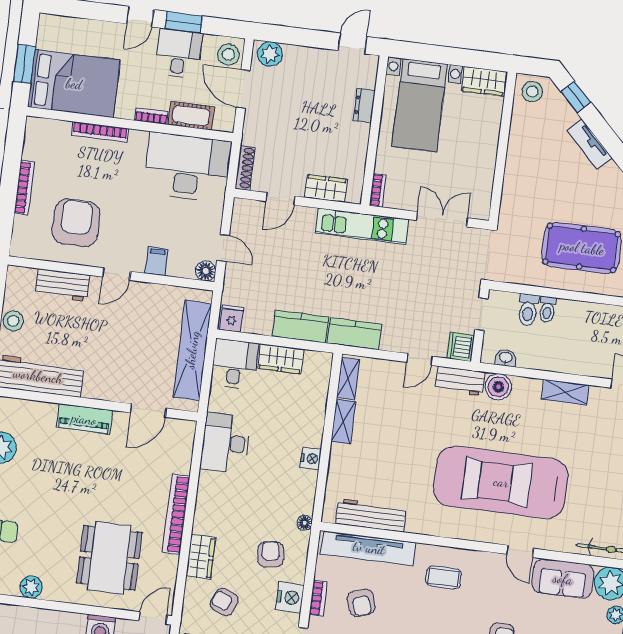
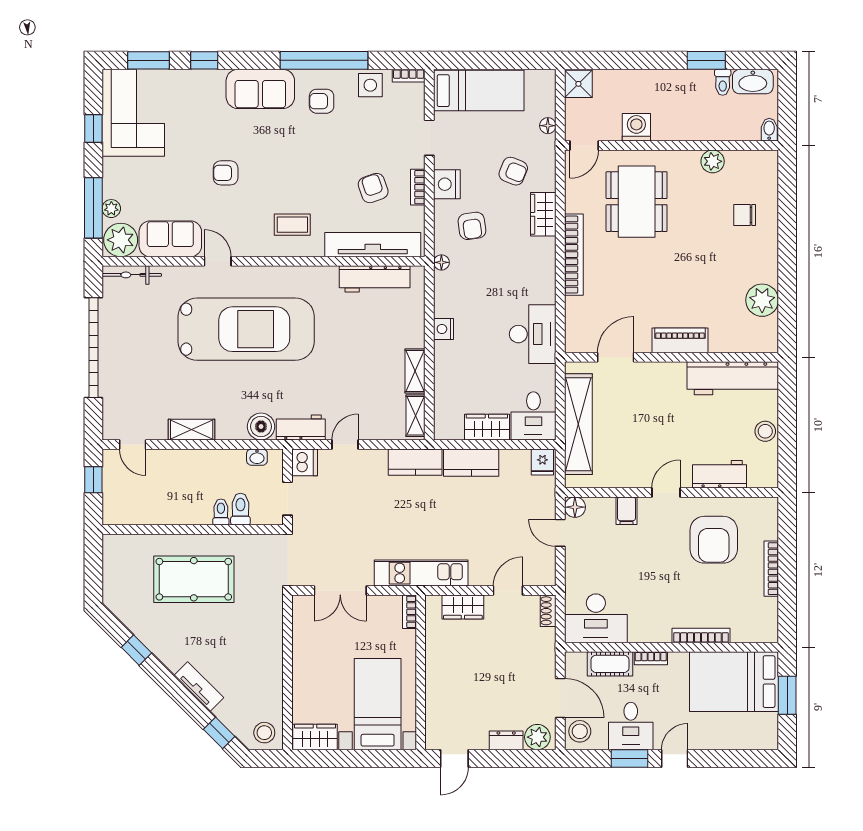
dresser: (364, 106) -> (506, 740), moved, turned -90
desk: (187, 167) -> (596, 618), width x0.73, depth x0.77
shoe rack: (245, 168) -> (548, 611), width x0.70

